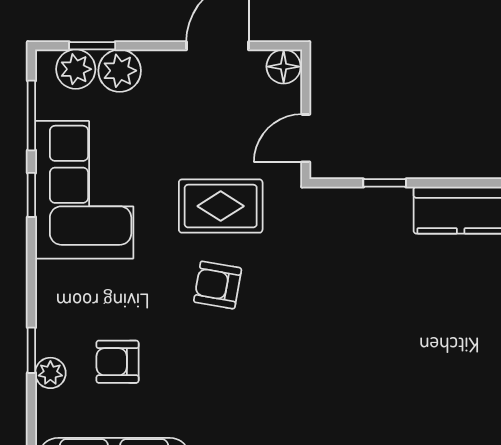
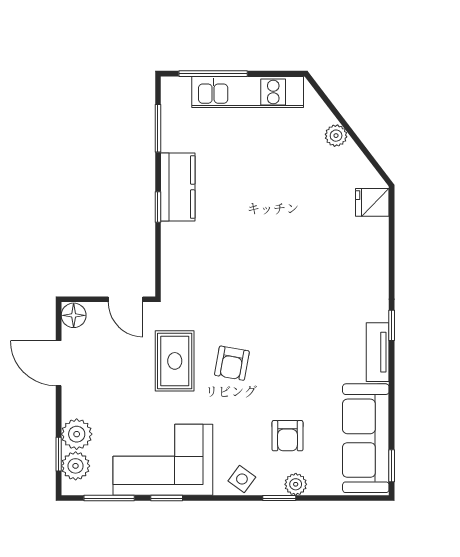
window: (385, 183) -> (158, 207), moved
side table: (58, 299) -> (242, 479), added

